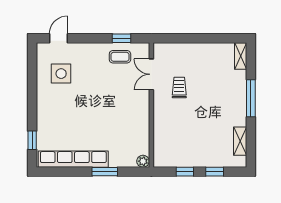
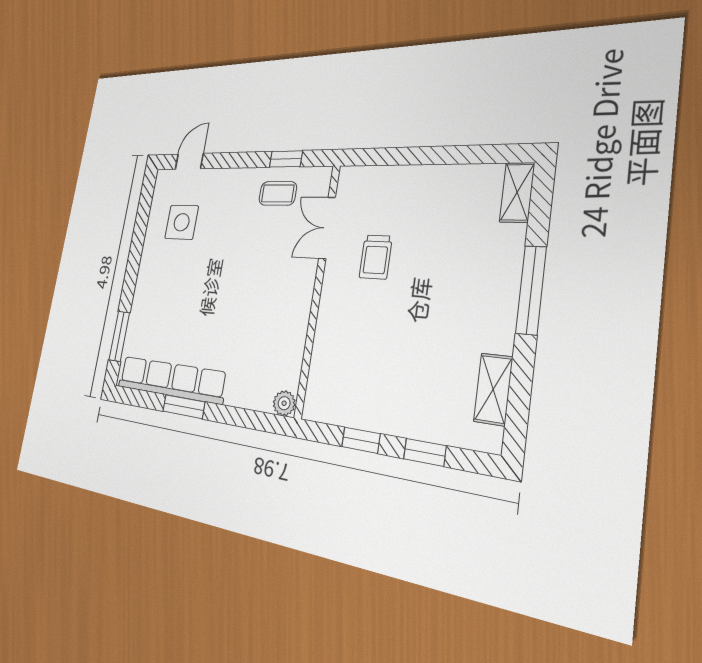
trolley: (179, 88) -> (376, 257), turned 180
window: (32, 140) -> (119, 336), width x1.50
window: (105, 172) -> (184, 407), moved

